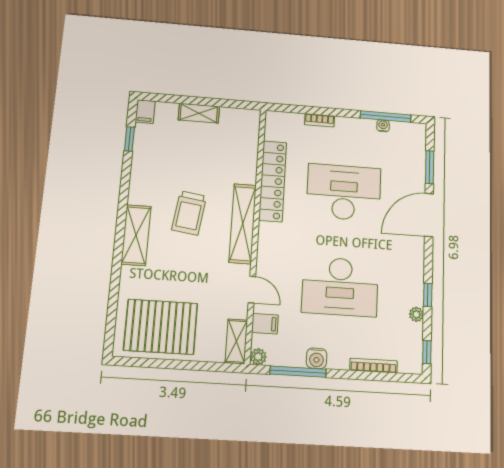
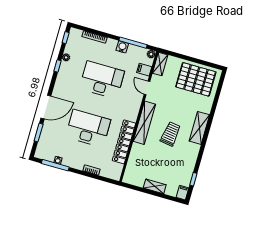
desk: (344, 192) -> (88, 128), turned 180

